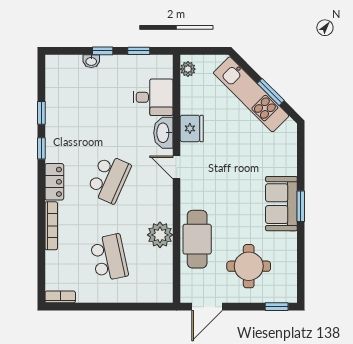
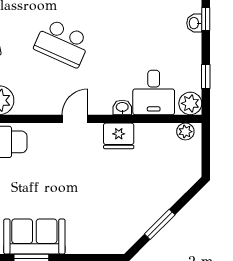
window: (103, 51) -> (206, 19), moved
plant: (163, 65) -> (190, 103), added
kitchen unit: (251, 94) -> (157, 202), removed
washbasin: (163, 133) -> (122, 107), width x0.52, depth x0.69

